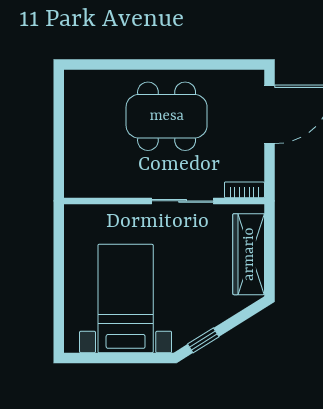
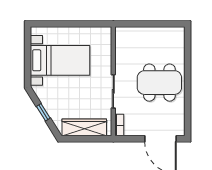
dining table: (167, 116) -> (159, 83), turned 90
window: (203, 340) -> (43, 112), moved

